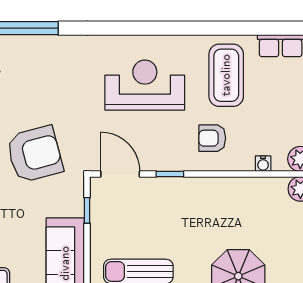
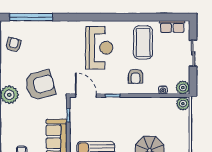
reception desk: (145, 85) -> (99, 48), turned 90
armchair: (212, 138) -> (136, 76), turned -90

